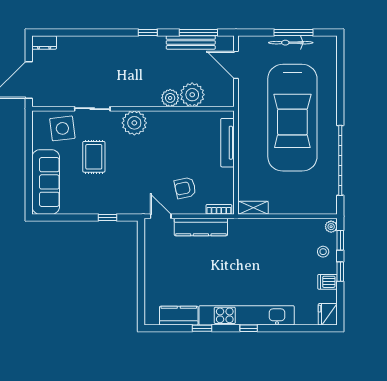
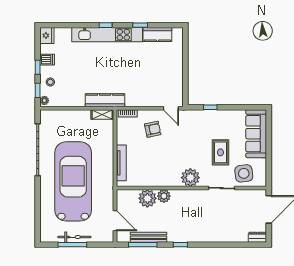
kitchen counter: (201, 227) -> (105, 100), moved

